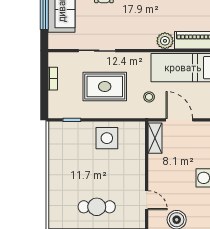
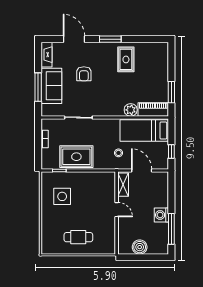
rug: (105, 87) -> (76, 157), moved
side table: (107, 138) -> (62, 196), moved
door: (147, 200) -> (117, 210), moved

